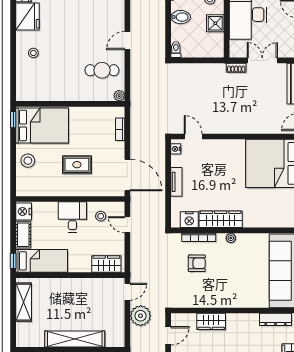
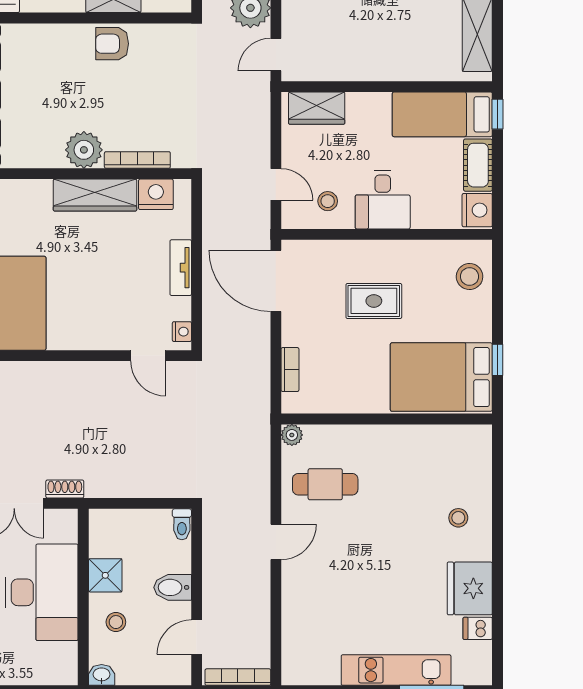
window: (13, 120) -> (497, 360), moved
stool: (28, 161) -> (470, 277), moved
plant: (231, 238) -> (84, 150), width x1.87, depth x1.87
armchair: (197, 263) -> (112, 44), moved

